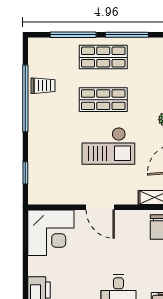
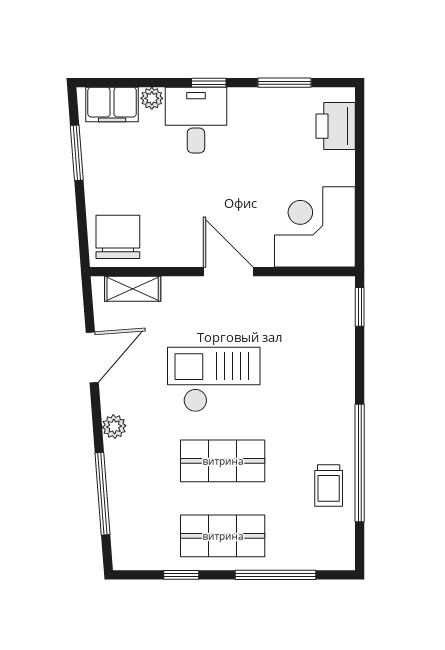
window: (127, 35) -> (181, 575), width x0.46
trolley: (43, 86) -> (329, 485), turned -90
window: (25, 173) -> (360, 307), moved

